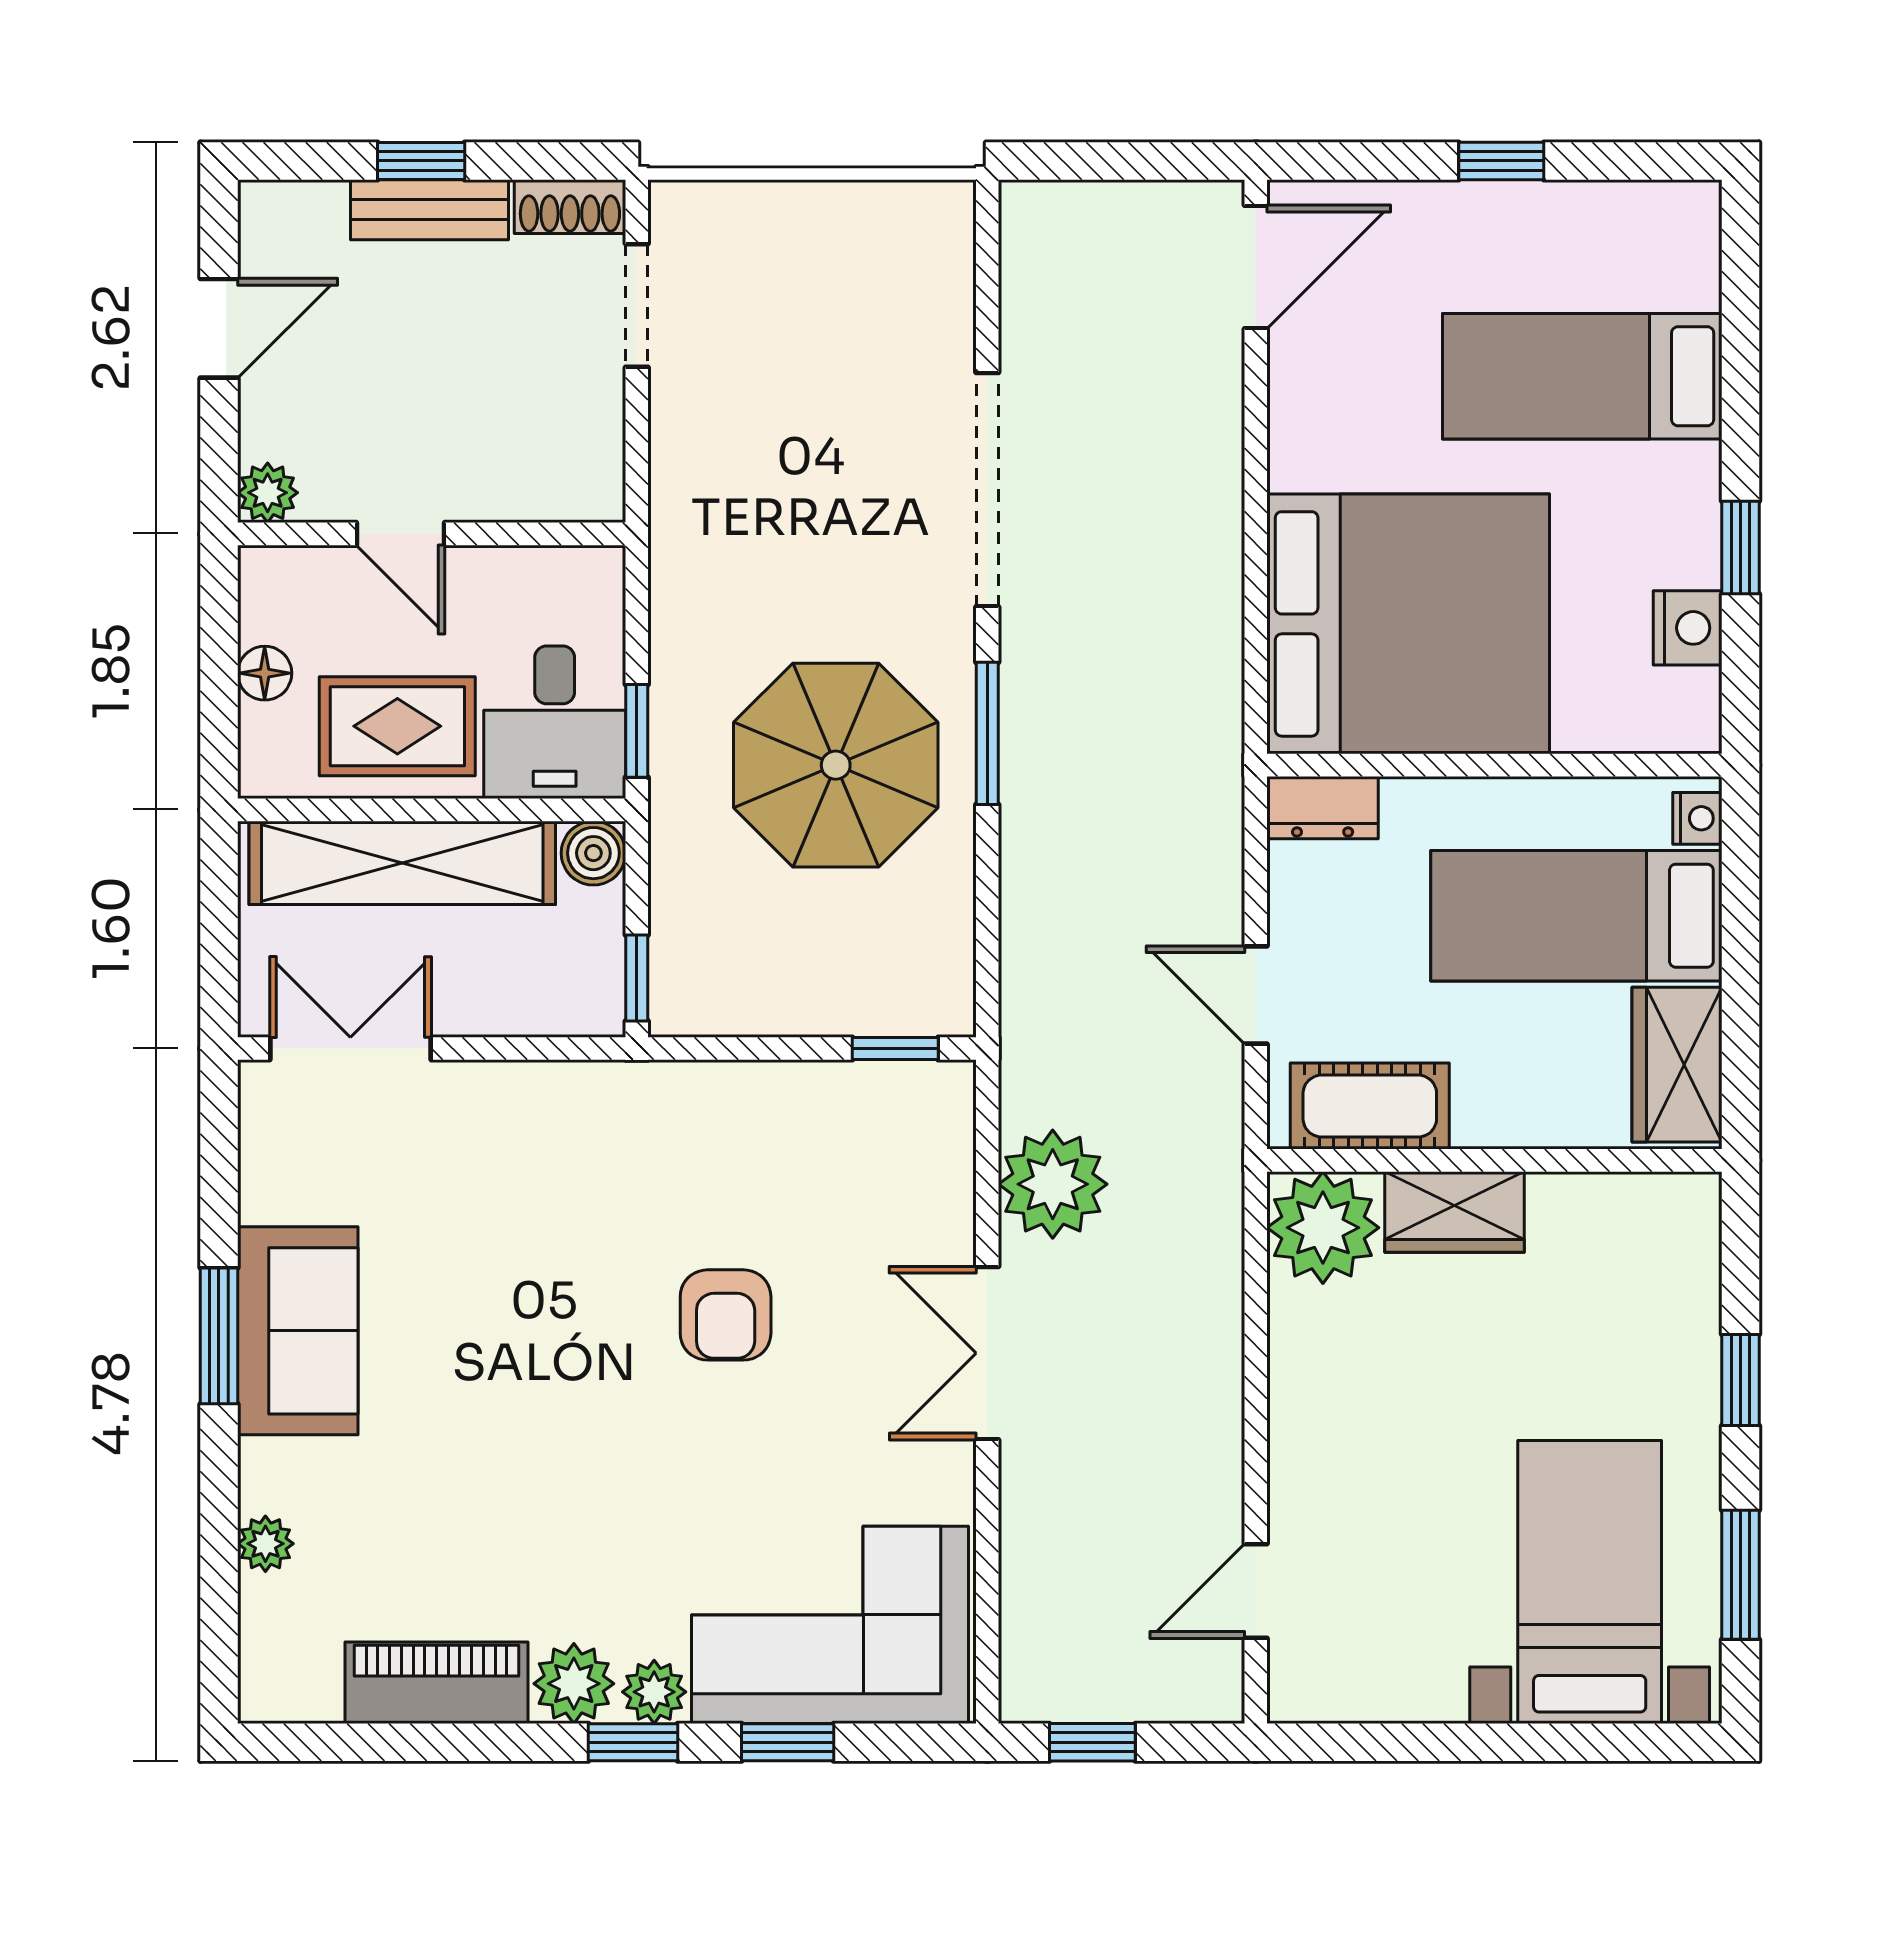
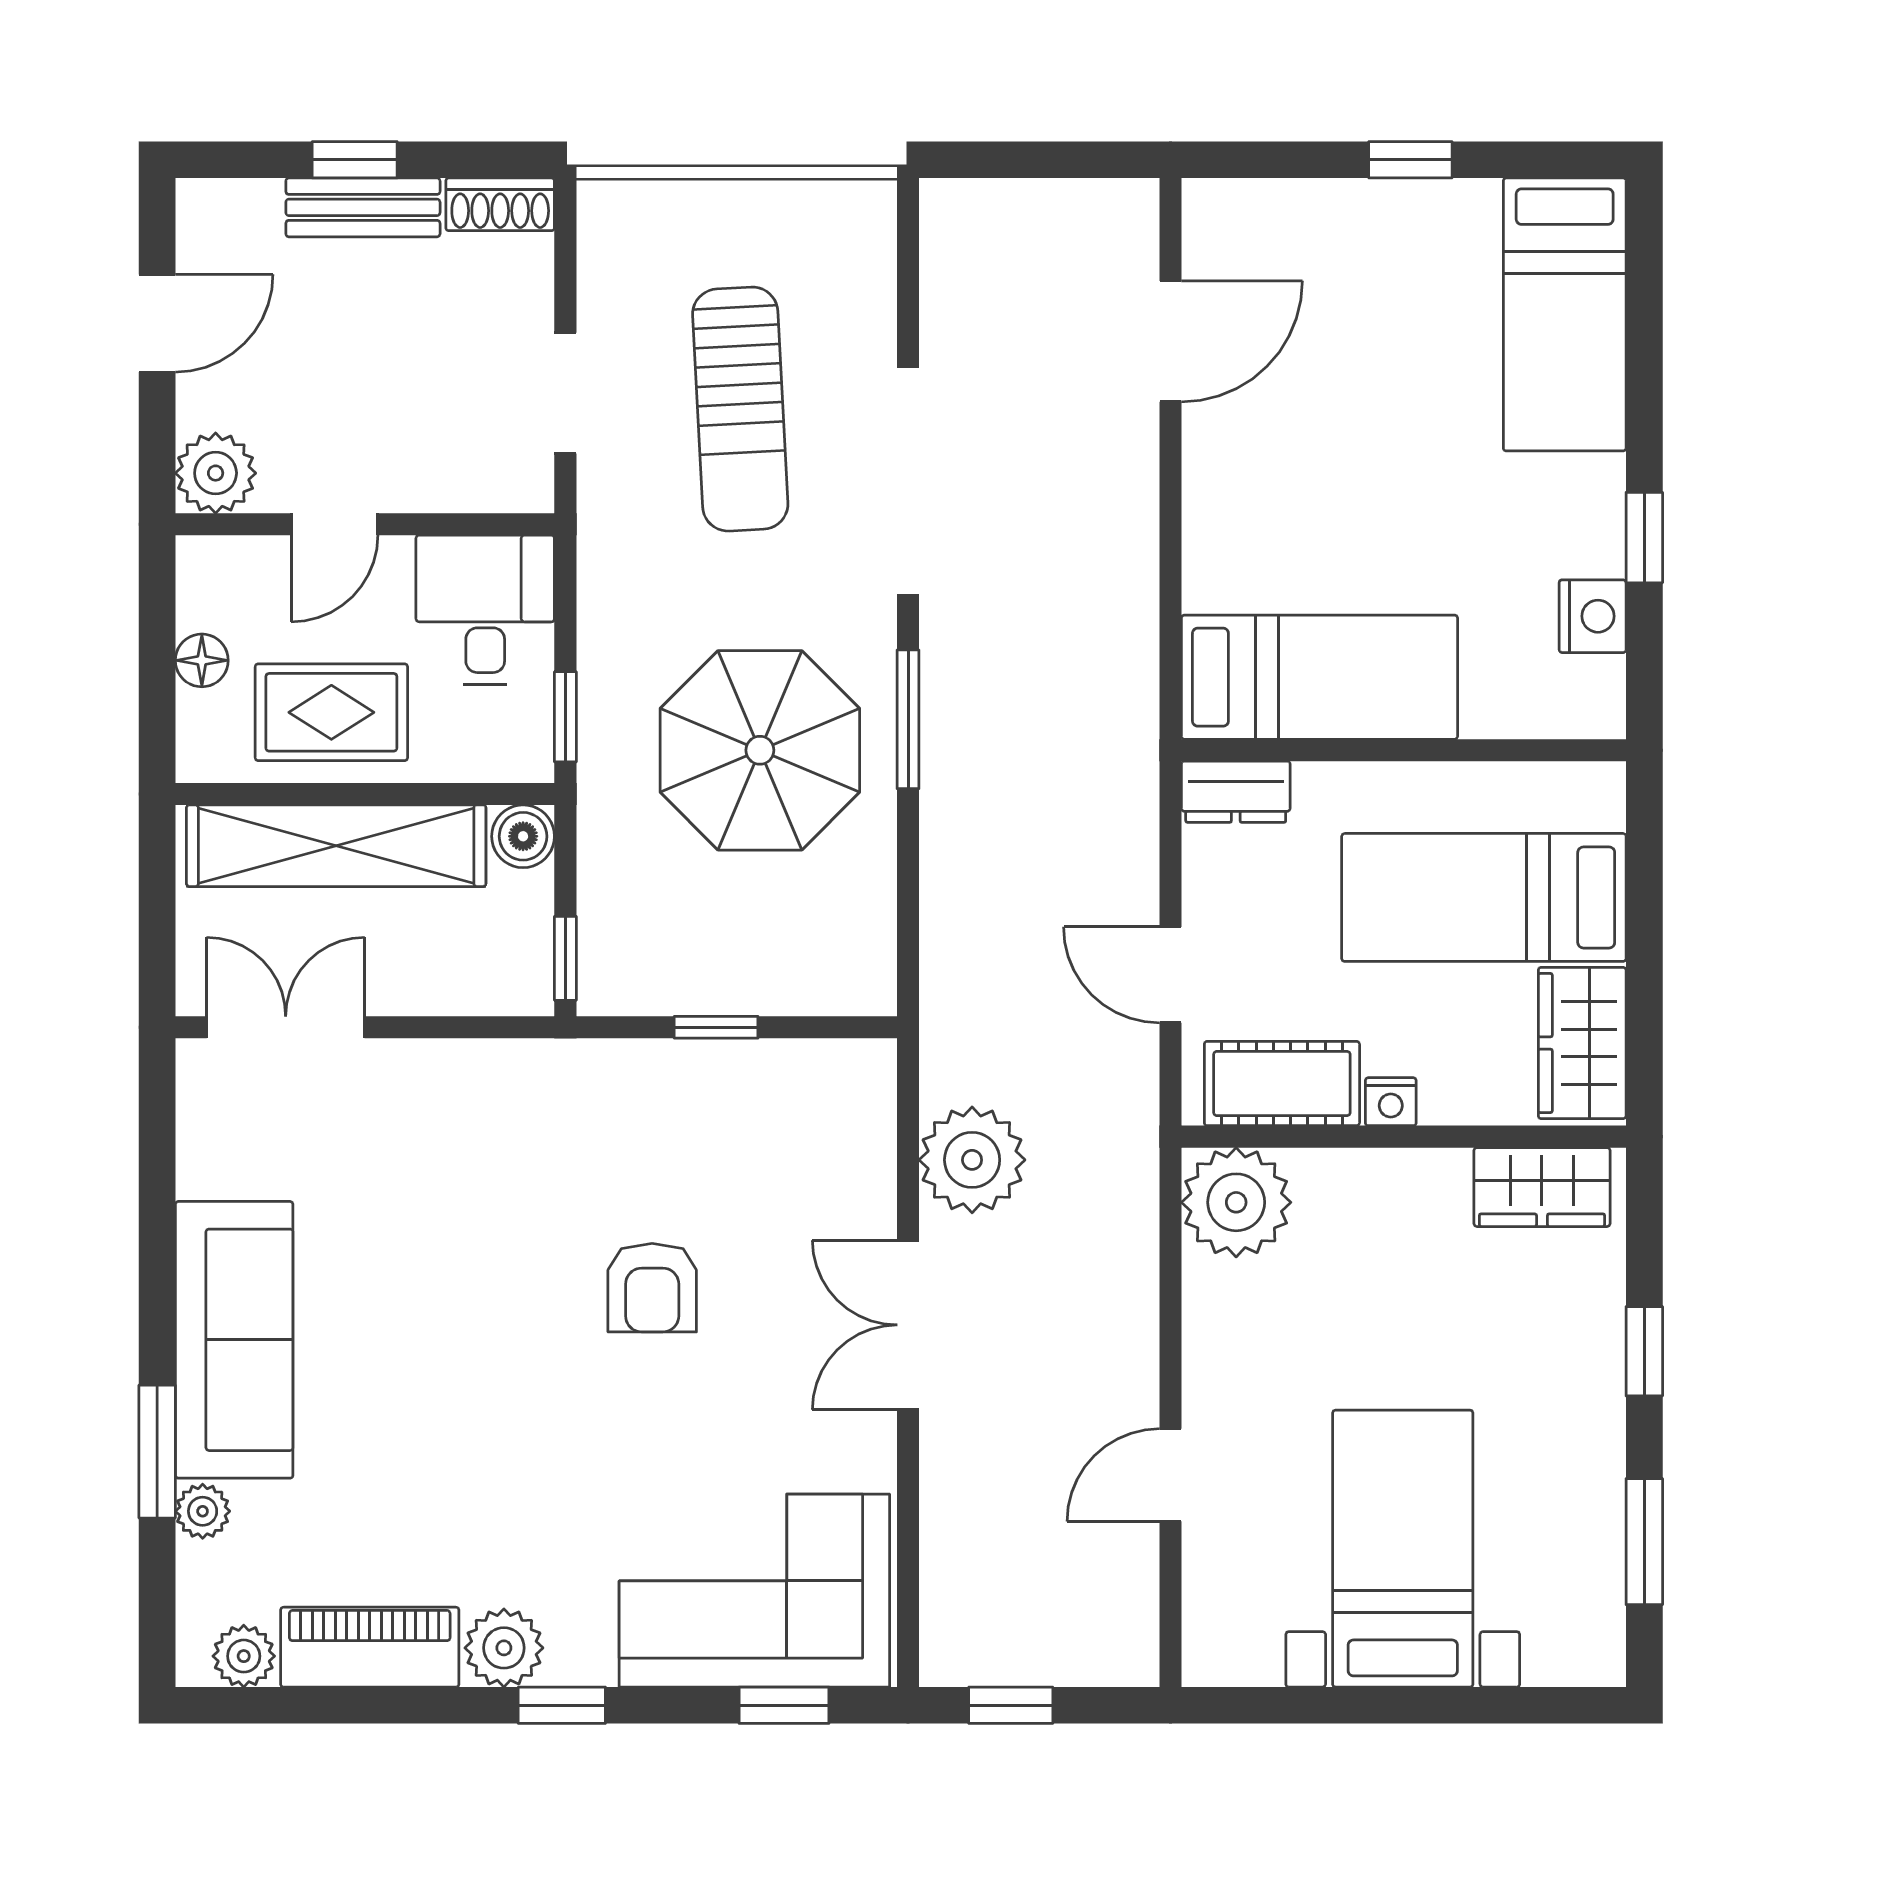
door: (1256, 267) -> (1170, 341), moved
doorway: (637, 305) -> (565, 393), moved
bed: (1582, 376) -> (1565, 314), moved, turned -90
sun lounger: (816, 416) -> (740, 409), added
plant: (268, 493) -> (216, 473), width x1.38, depth x1.38
door: (401, 534) -> (335, 524), hinge flipped
bed: (1408, 624) -> (1319, 677), width x0.49
desk: (555, 722) -> (485, 610), moved, turned 180
nightstand: (1697, 818) -> (1391, 1102), moved, turned 90
window: (895, 1049) -> (716, 1027), moved
wardrobe: (1455, 1212) -> (1542, 1187), moved
sofa: (298, 1331) -> (234, 1340), width x1.36
window: (219, 1336) -> (157, 1452), moved
bed with nightstands: (1590, 1582) -> (1403, 1549), moved
door: (1256, 1591) -> (1170, 1475), moved
plant: (654, 1692) -> (244, 1656), moved
window: (788, 1742) -> (784, 1705), moved

